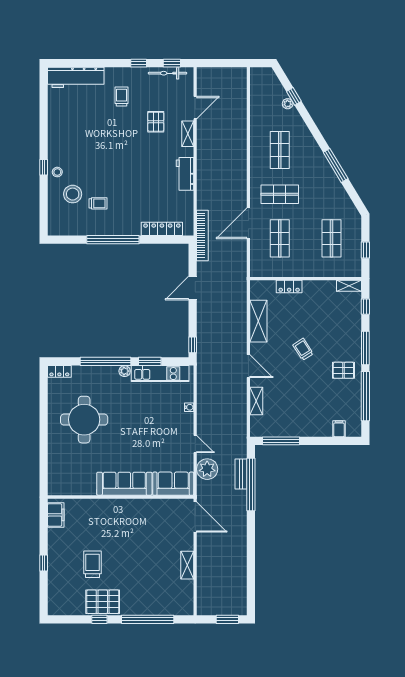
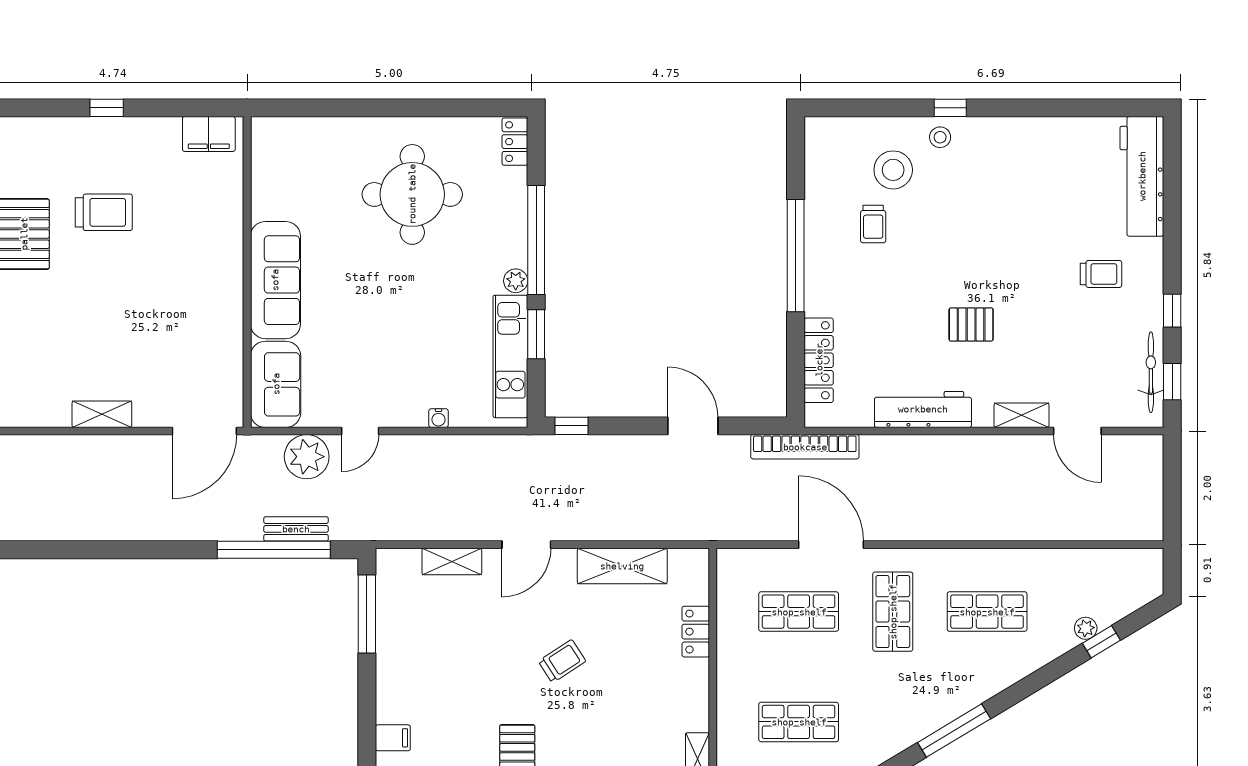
pallet: (156, 122) -> (971, 324), moved
workbench: (185, 174) -> (923, 409), width x1.37

